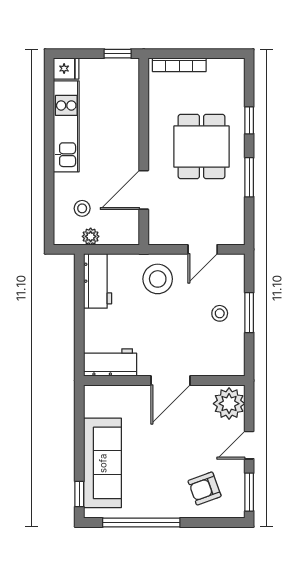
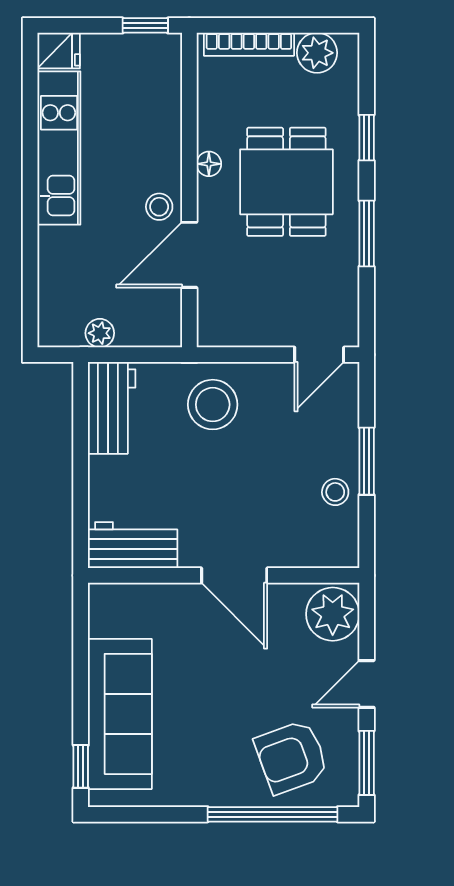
plant: (220, 70) -> (317, 53), added
floor lamp: (155, 136) -> (209, 164), added
stool: (82, 208) -> (159, 207), moved
door: (203, 249) -> (319, 355), moved
stool: (220, 313) -> (335, 492), moved
door: (170, 381) -> (234, 575), hinge flipped
armchair: (205, 489) -> (292, 757), width x1.38, depth x1.38
window: (141, 523) -> (273, 814), moved

